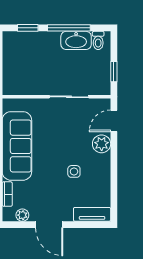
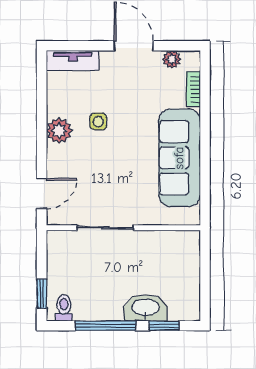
washbasin: (76, 40) -> (146, 308), moved
window: (114, 72) -> (42, 294), moved
plant: (102, 144) -> (59, 131), moved

